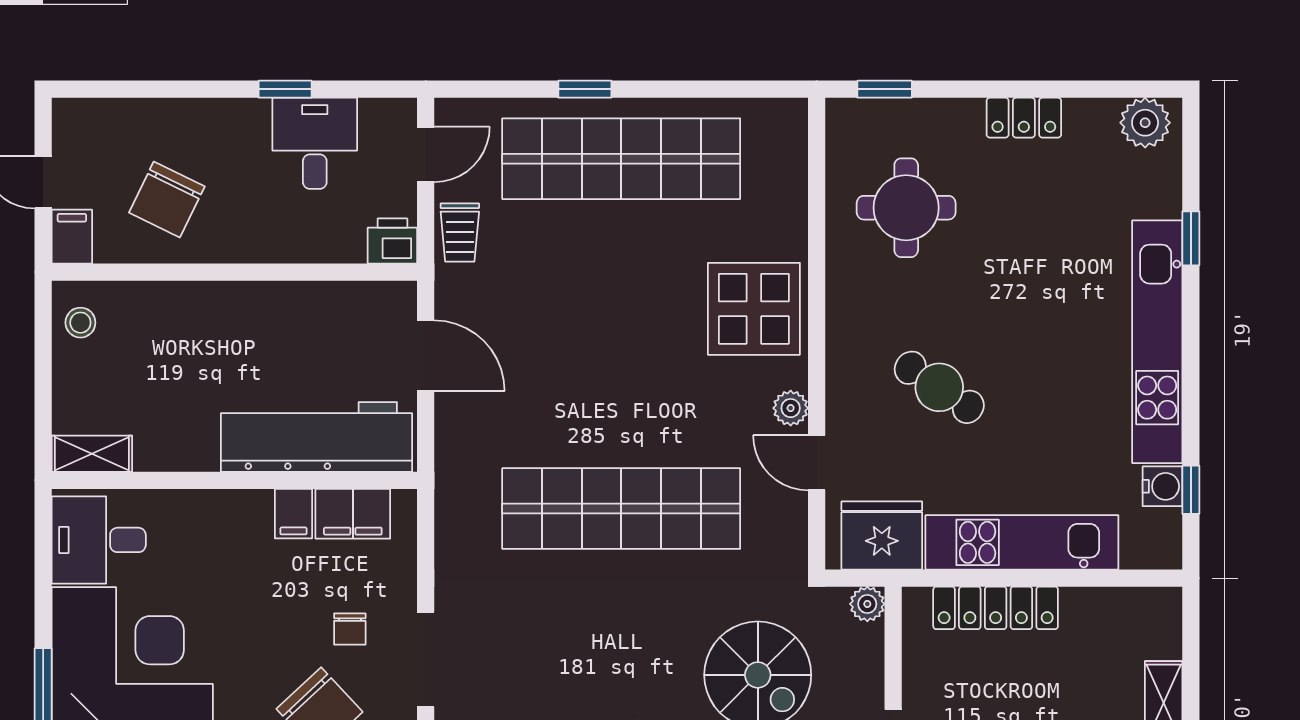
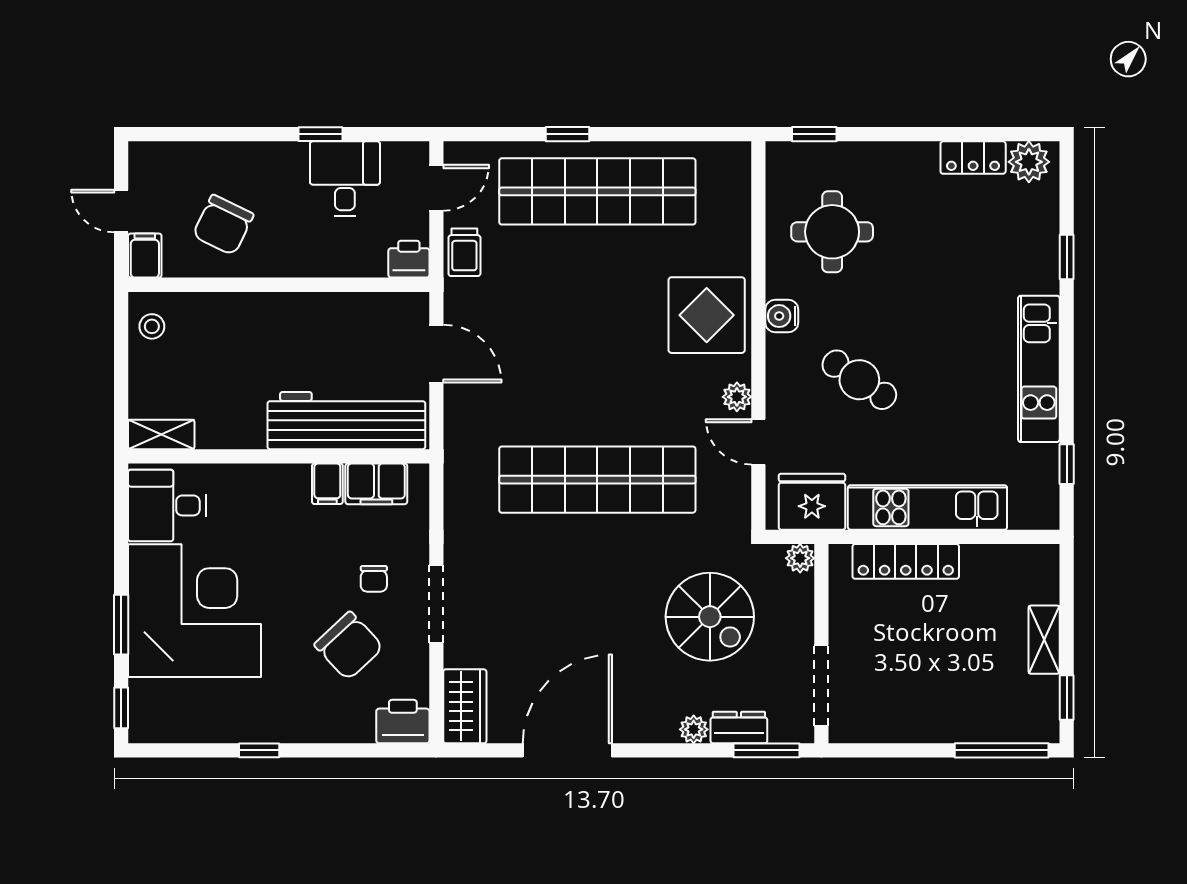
locker: (1024, 118) -> (973, 158), moved
kitchen unit: (1157, 342) -> (1039, 369), width x0.73
water cooler: (1162, 486) -> (782, 316), moved, turned 180

